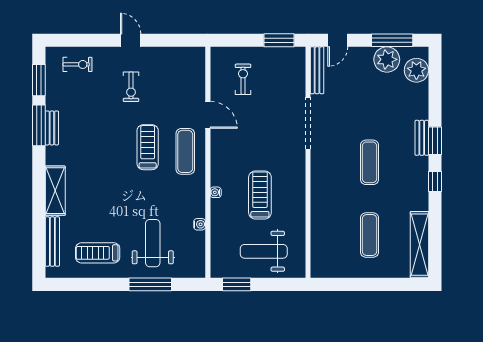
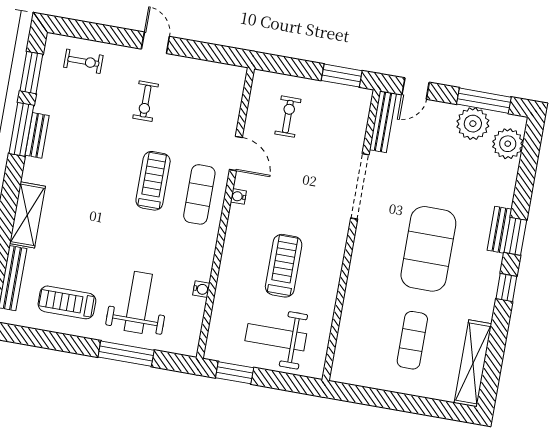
exercise mat: (369, 162) -> (428, 249), width x2.00, depth x1.45
water cooler: (216, 192) -> (238, 196), moved

